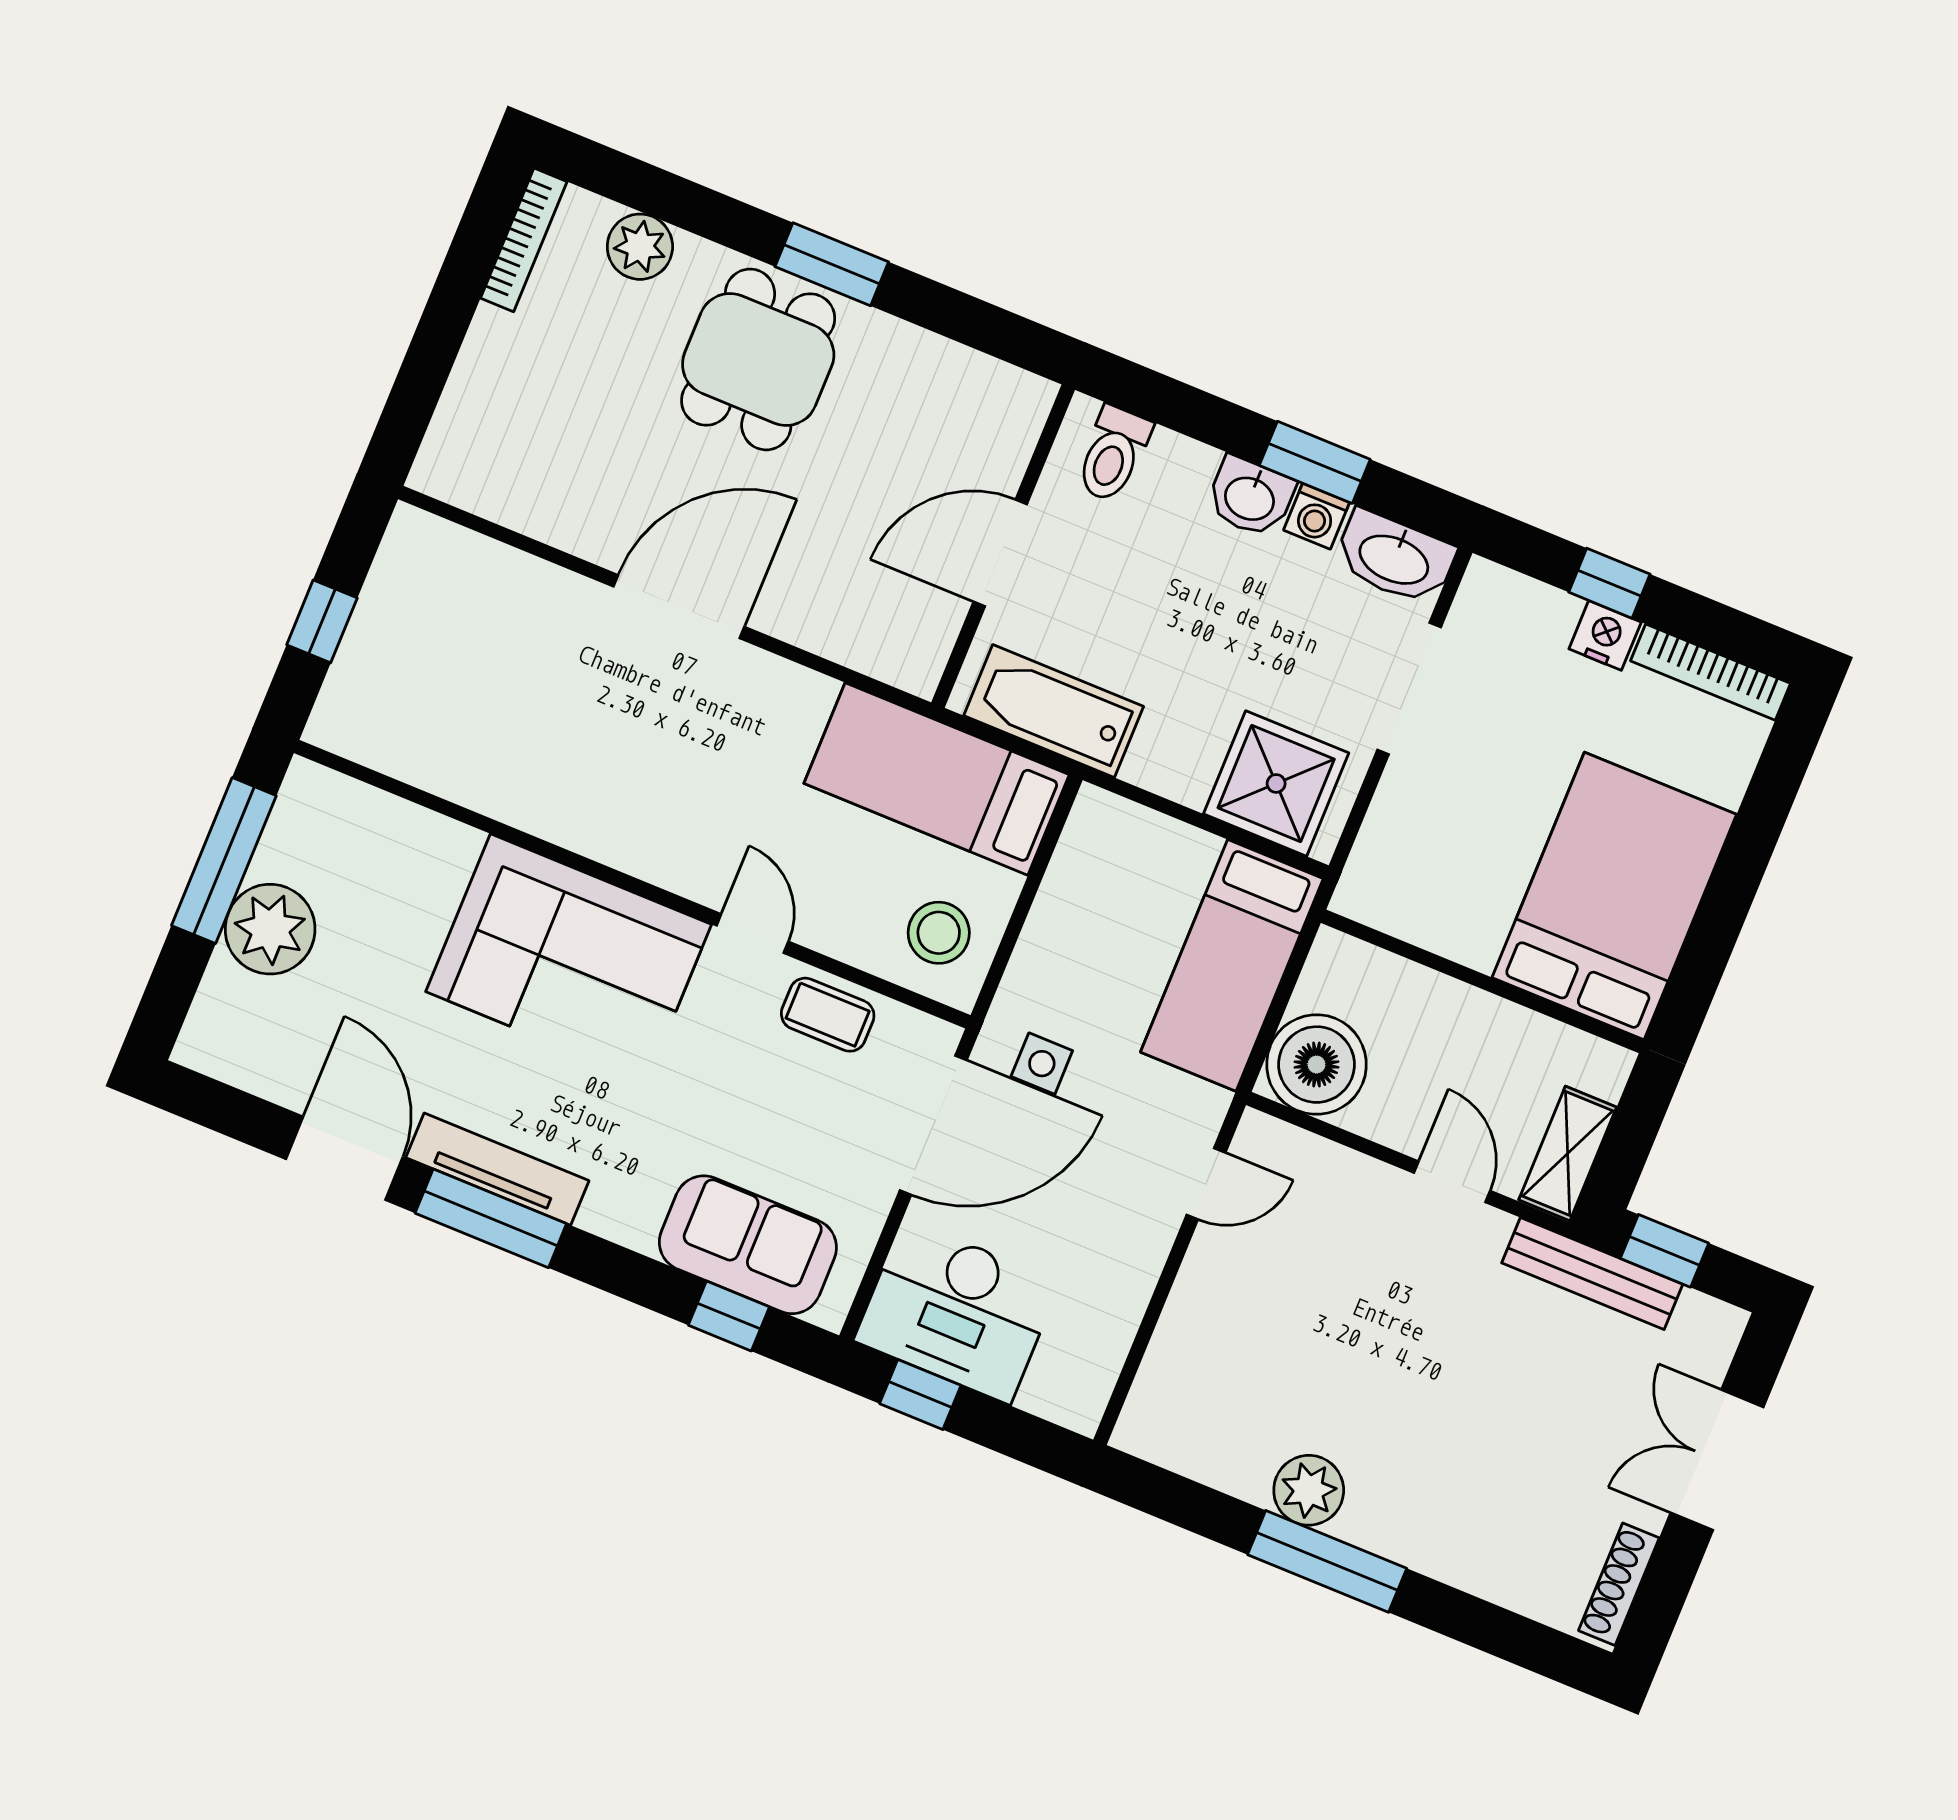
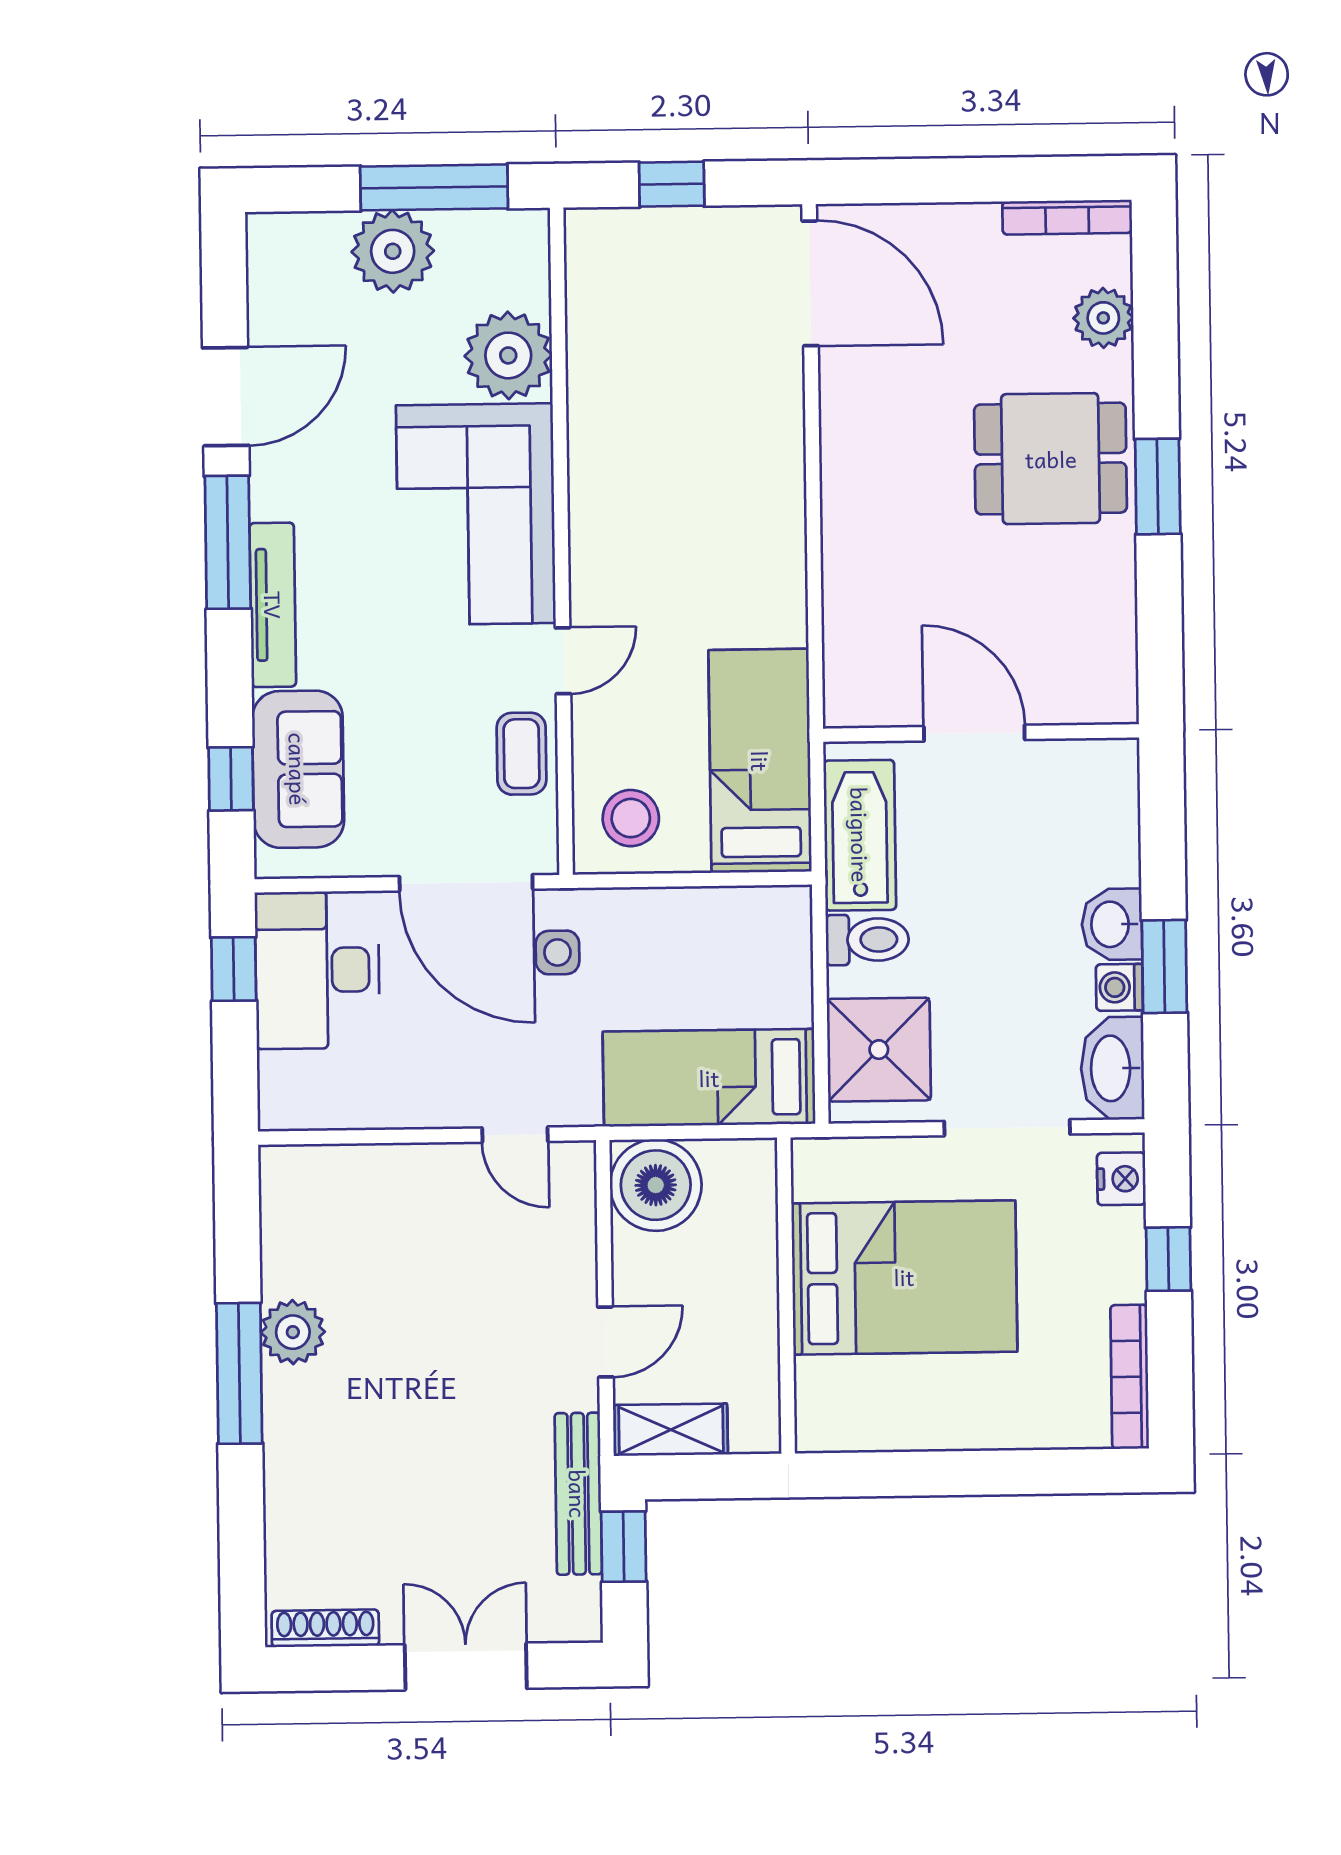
toilet: (1113, 454) -> (867, 940), moved, turned 180
door: (679, 607) -> (810, 283), moved
nightstand: (1605, 635) -> (1121, 1179), moved
plant: (424, 858) -> (508, 355), added
bed: (1614, 896) -> (904, 1277), moved
tv unit: (497, 1169) -> (273, 605), moved

